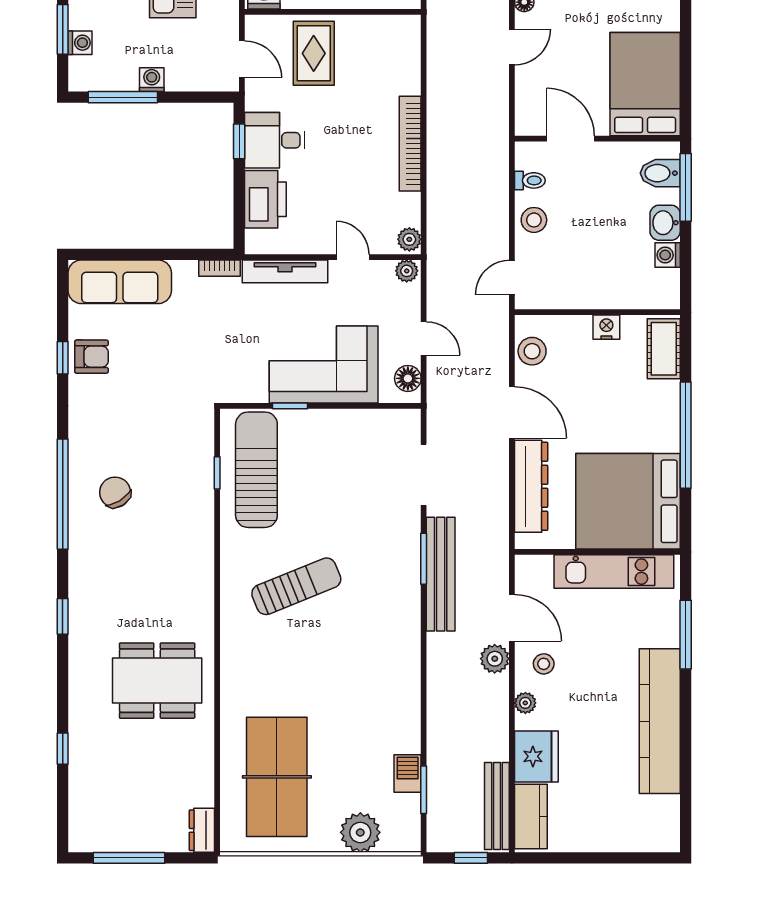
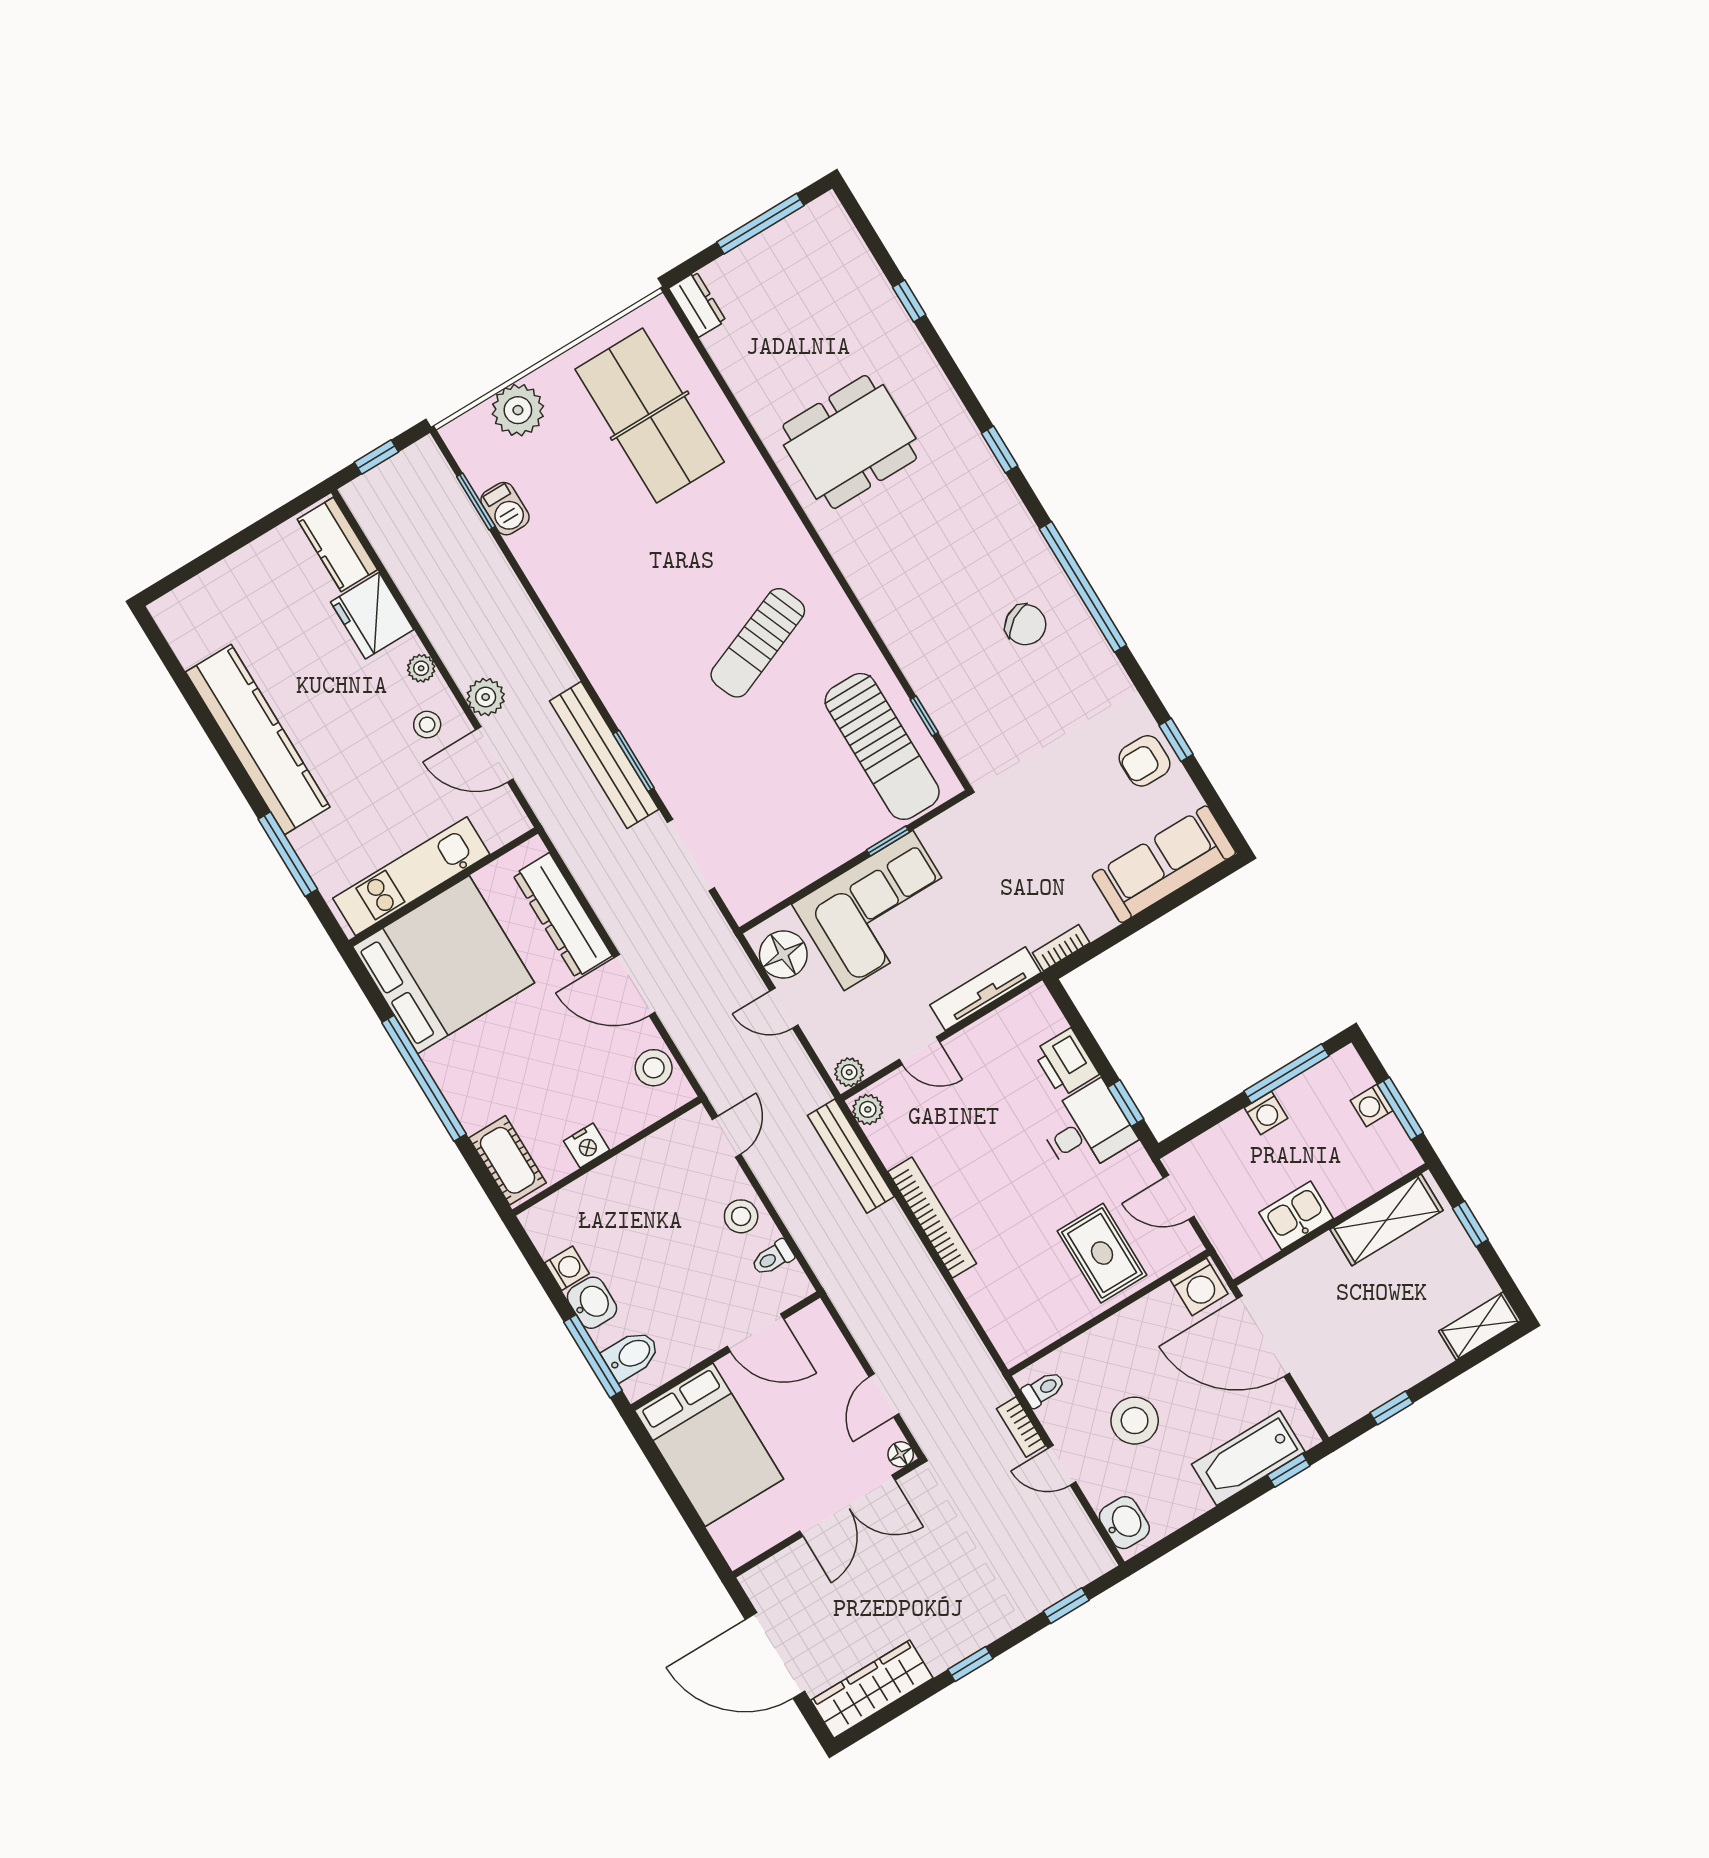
printer: (265, 199) -> (1066, 1063), width x0.73, depth x0.84
floor lamp: (408, 378) -> (783, 954), width x1.38, depth x1.38
bench: (497, 806) -> (851, 1156), moved

